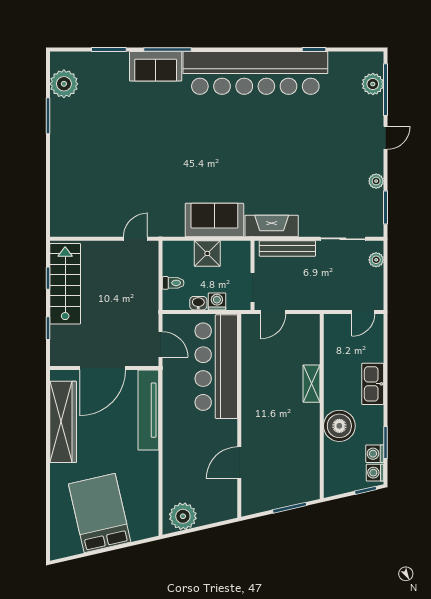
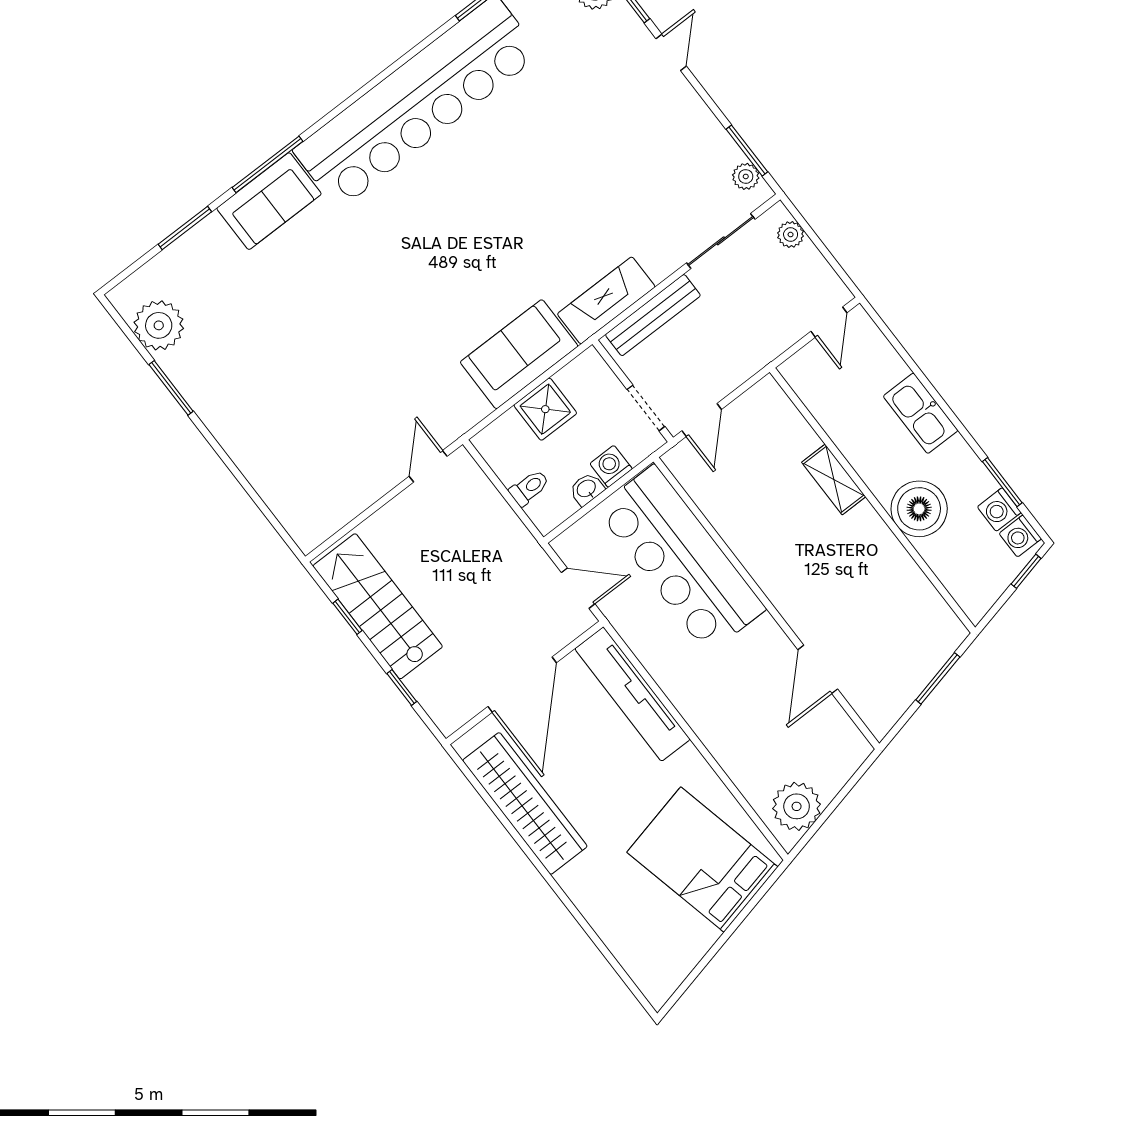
plant: (376, 181) -> (746, 176), moved
bed: (100, 513) -> (702, 860), moved

